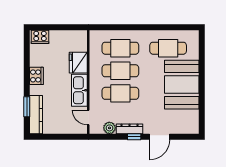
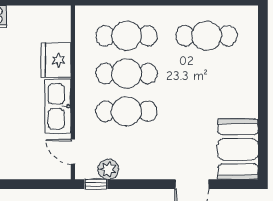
booth: (182, 85) -> (238, 149), moved, width x0.73, depth x0.70
dresser: (130, 129) -> (142, 171), removed
window: (134, 137) -> (96, 184), moved

